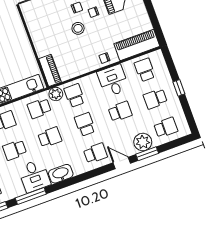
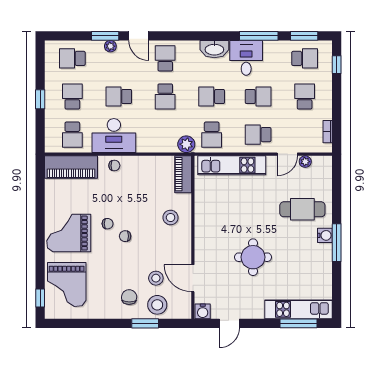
stool: (78, 28) -> (171, 218), moved
desk: (113, 81) -> (114, 136), width x1.37
school desk: (74, 95) -> (165, 135), removed
school desk: (155, 99) -> (72, 96), turned -90
school desk: (39, 108) -> (212, 135), turned 90
plant: (143, 142) -> (110, 46), width x0.53, depth x0.53
school desk: (95, 153) -> (165, 58), turned 90

